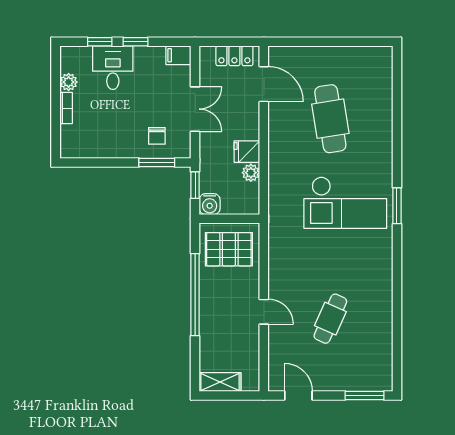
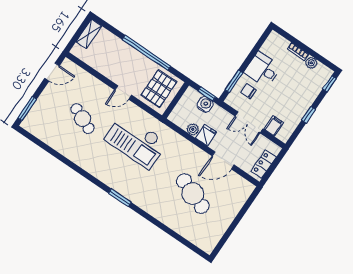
window: (100, 42) -> (329, 84), moved
filing cabinet: (178, 55) -> (274, 126), moved
desk: (113, 68) -> (263, 70), moved, turned 180
door: (264, 84) -> (223, 160), moved
cafe table: (330, 119) -> (193, 194), turned 30
checkout: (345, 203) -> (136, 141), moved, turned -90
water cooler: (210, 204) -> (205, 104), moved, turned 90
door: (264, 312) -> (123, 92), moved

